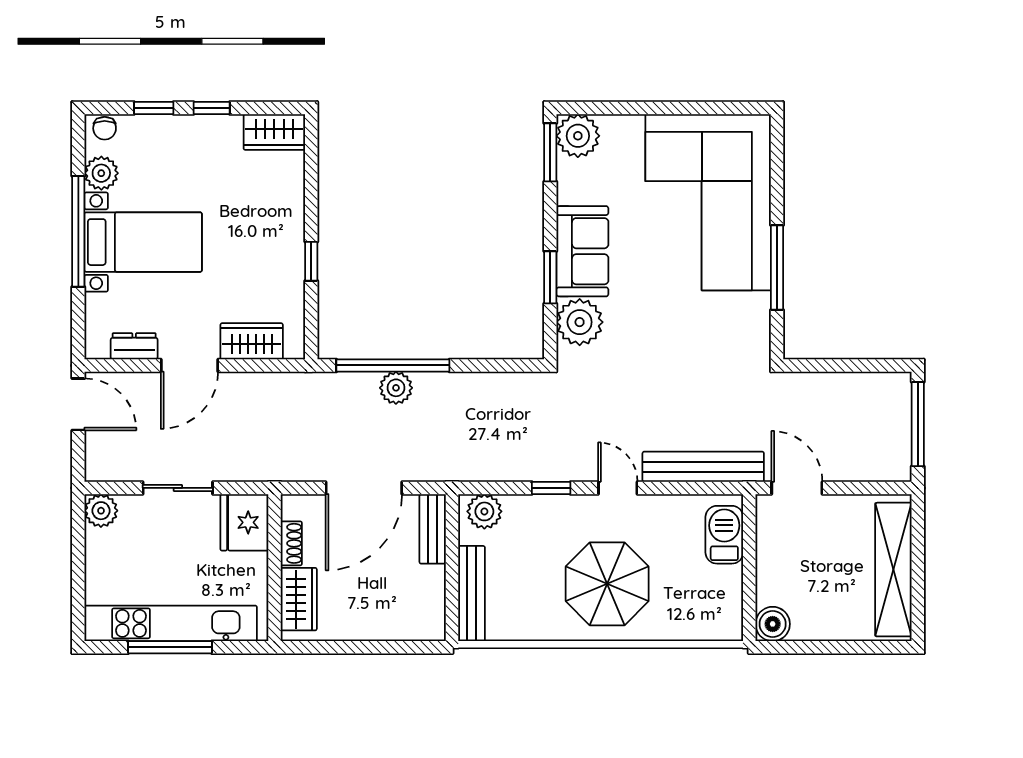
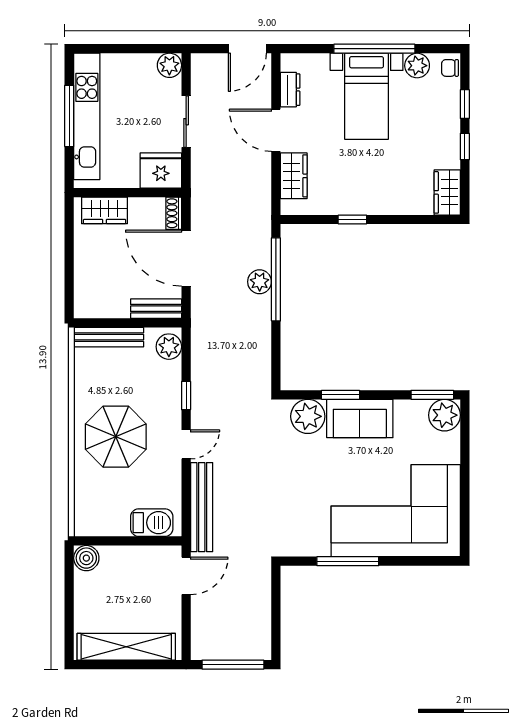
shoe rack: (291, 543) -> (174, 213), moved, turned 90

